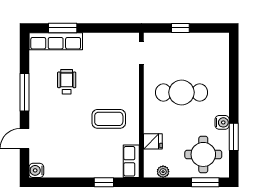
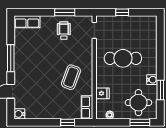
window: (63, 28) -> (65, 12), moved
row of seats: (56, 41) -> (27, 22), width x0.68
wheelchair: (67, 82) -> (64, 31), moved
coffee table: (109, 119) -> (71, 77), turned -70

